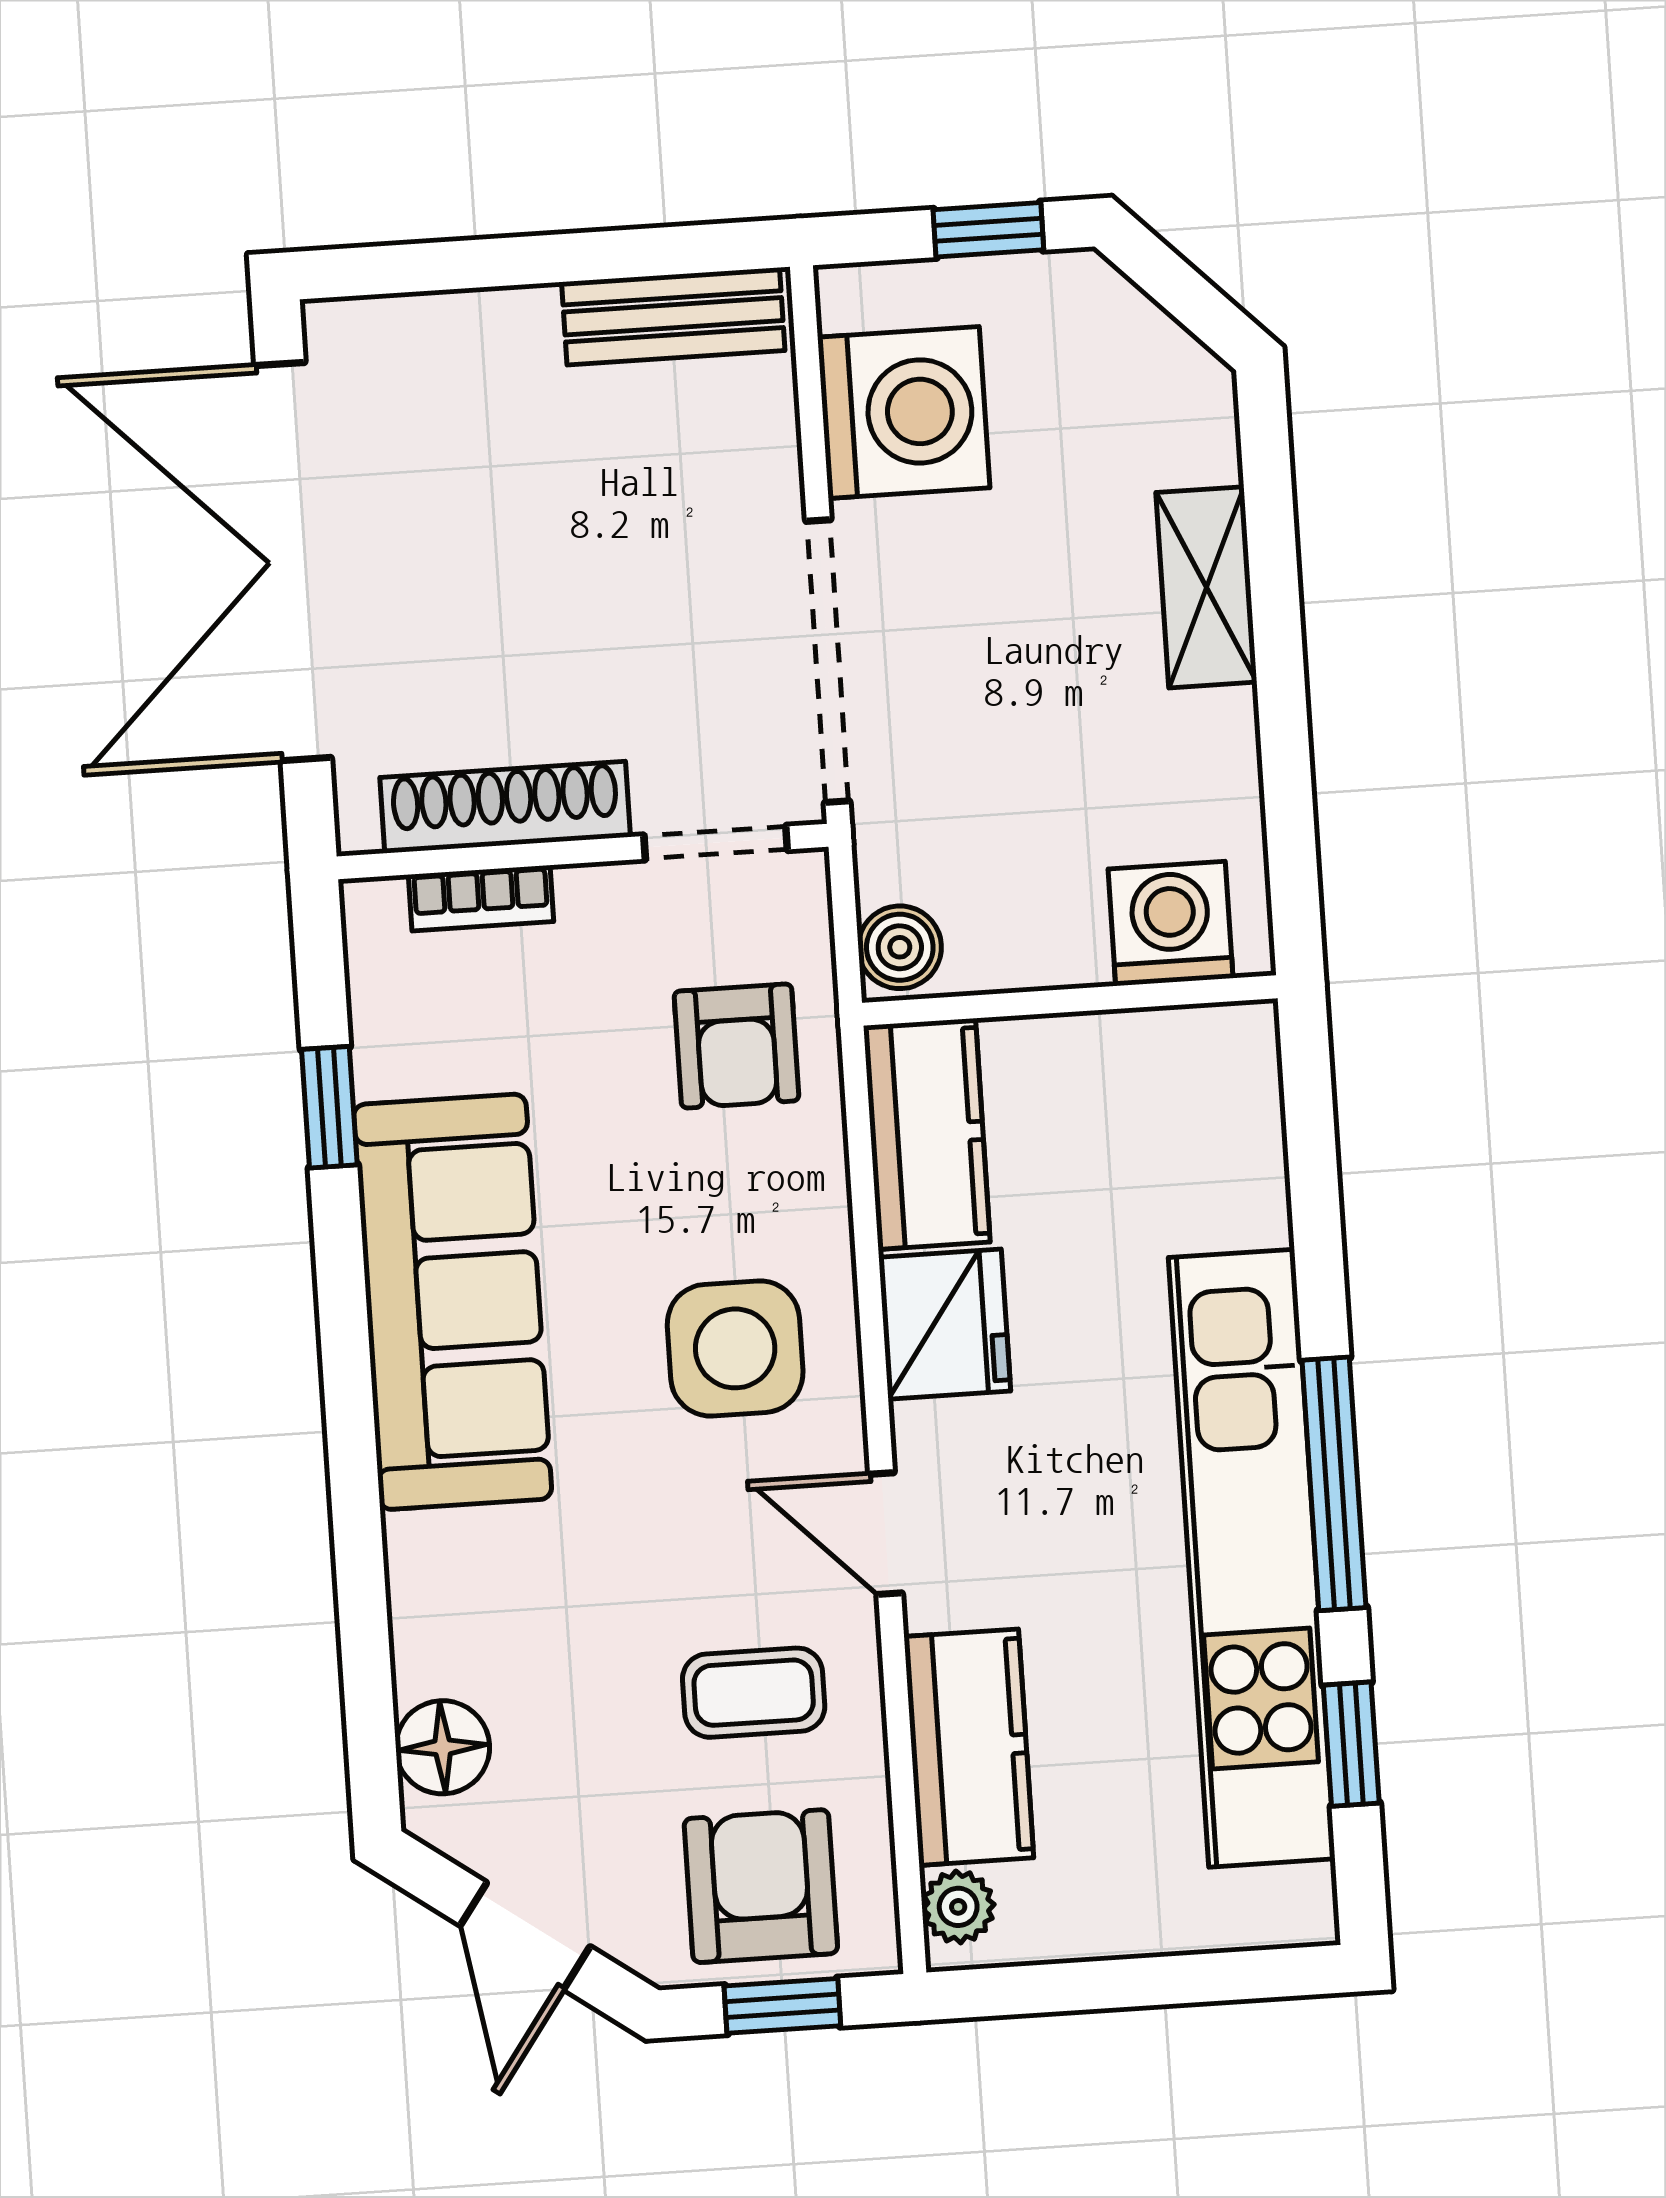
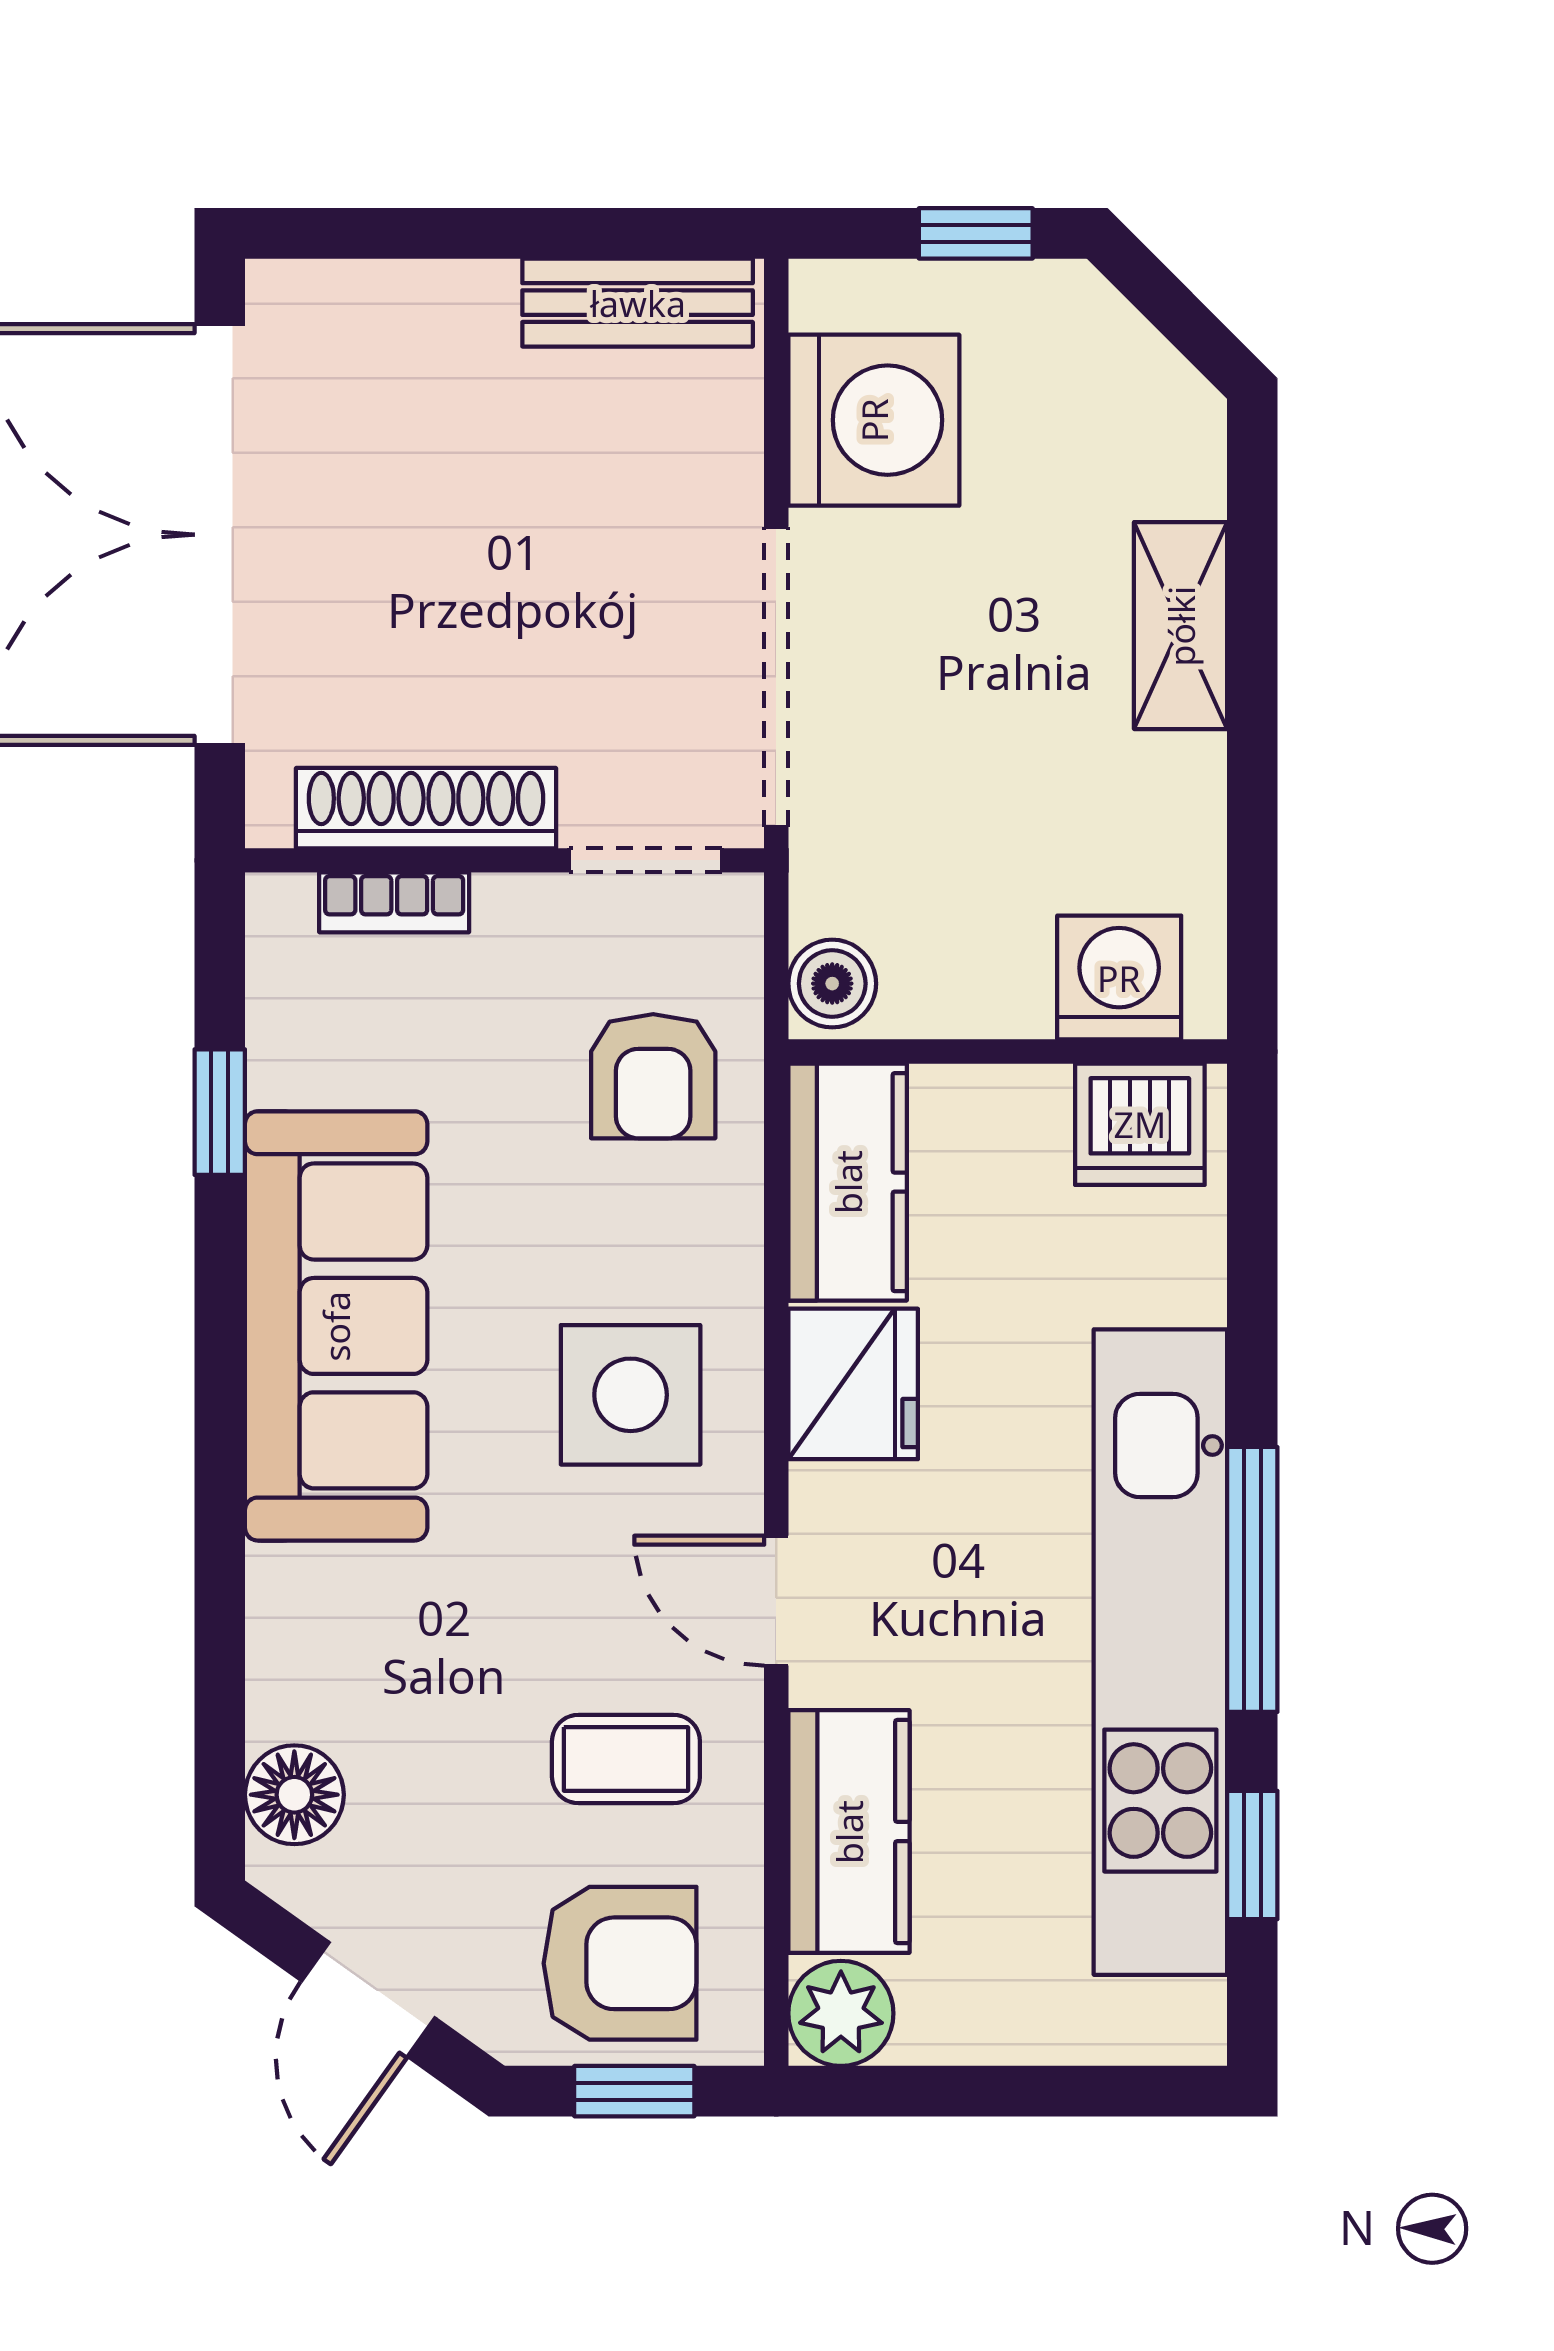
dishwasher: (1199, 1061) -> (1140, 1124), added
armchair: (761, 1886) -> (620, 1963), turned 90
plant: (958, 1907) -> (841, 2013), width x1.38, depth x1.38

